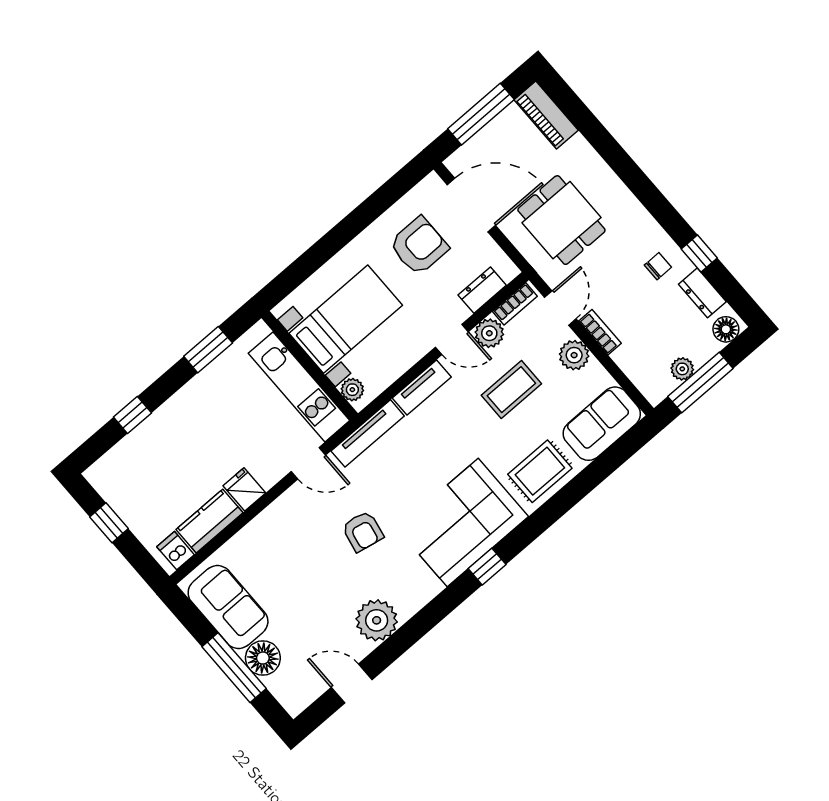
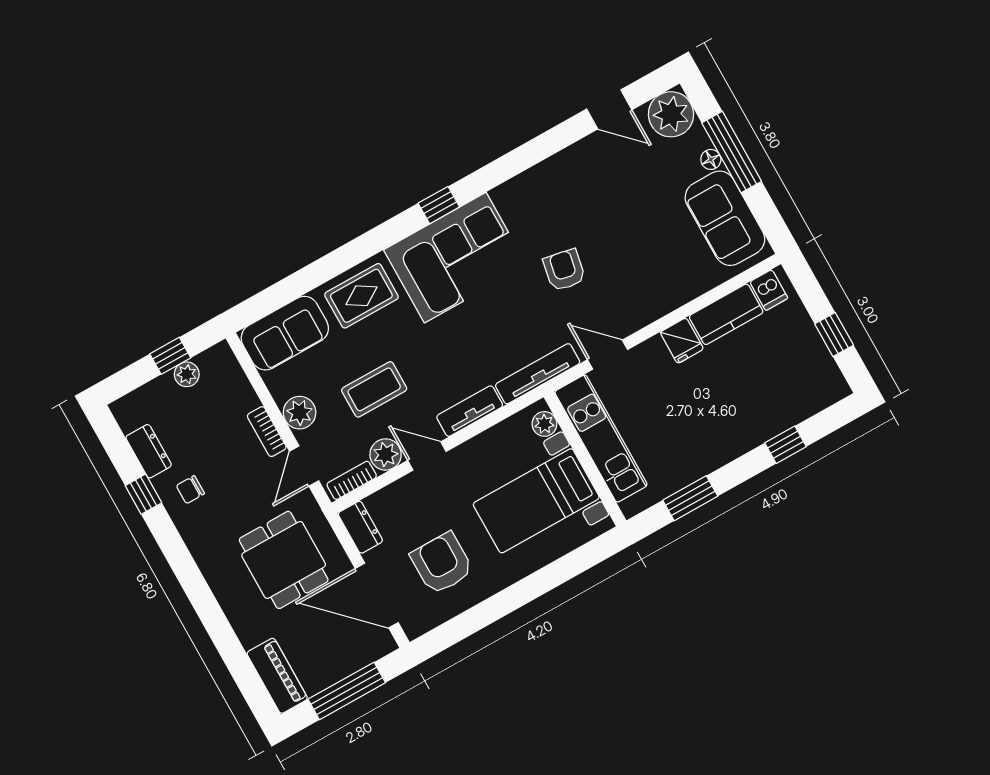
armchair: (419, 246) -> (442, 563), turned 90
dresser: (482, 290) -> (360, 527), moved, turned -90
floor lamp: (726, 329) -> (131, 407), removed
window: (700, 382) -> (170, 356), width x0.46
plant: (377, 620) -> (671, 114), moved
floor lamp: (263, 658) -> (711, 159), width x0.53, depth x0.53

